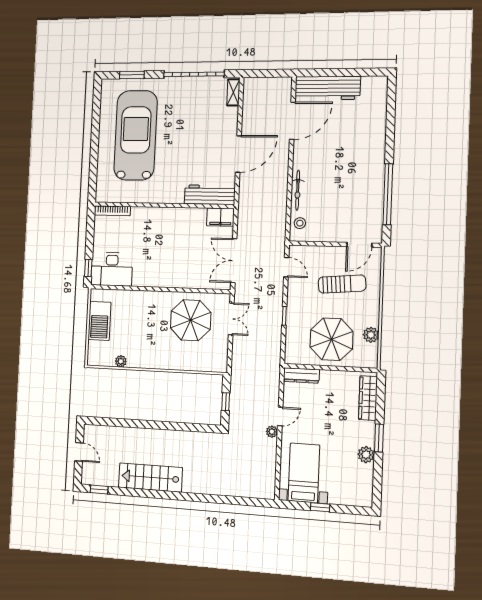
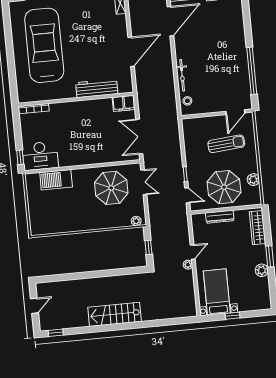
workbench: (210, 195) -> (97, 88), moved
door: (286, 267) -> (187, 195), moved
barbecue: (100, 321) -> (56, 180), moved, turned 90
plant: (121, 361) -> (136, 221), moved
dresser: (301, 375) -> (220, 217), moved
door: (79, 452) -> (34, 306), hinge flipped
stairs: (150, 477) -> (115, 314), moved

